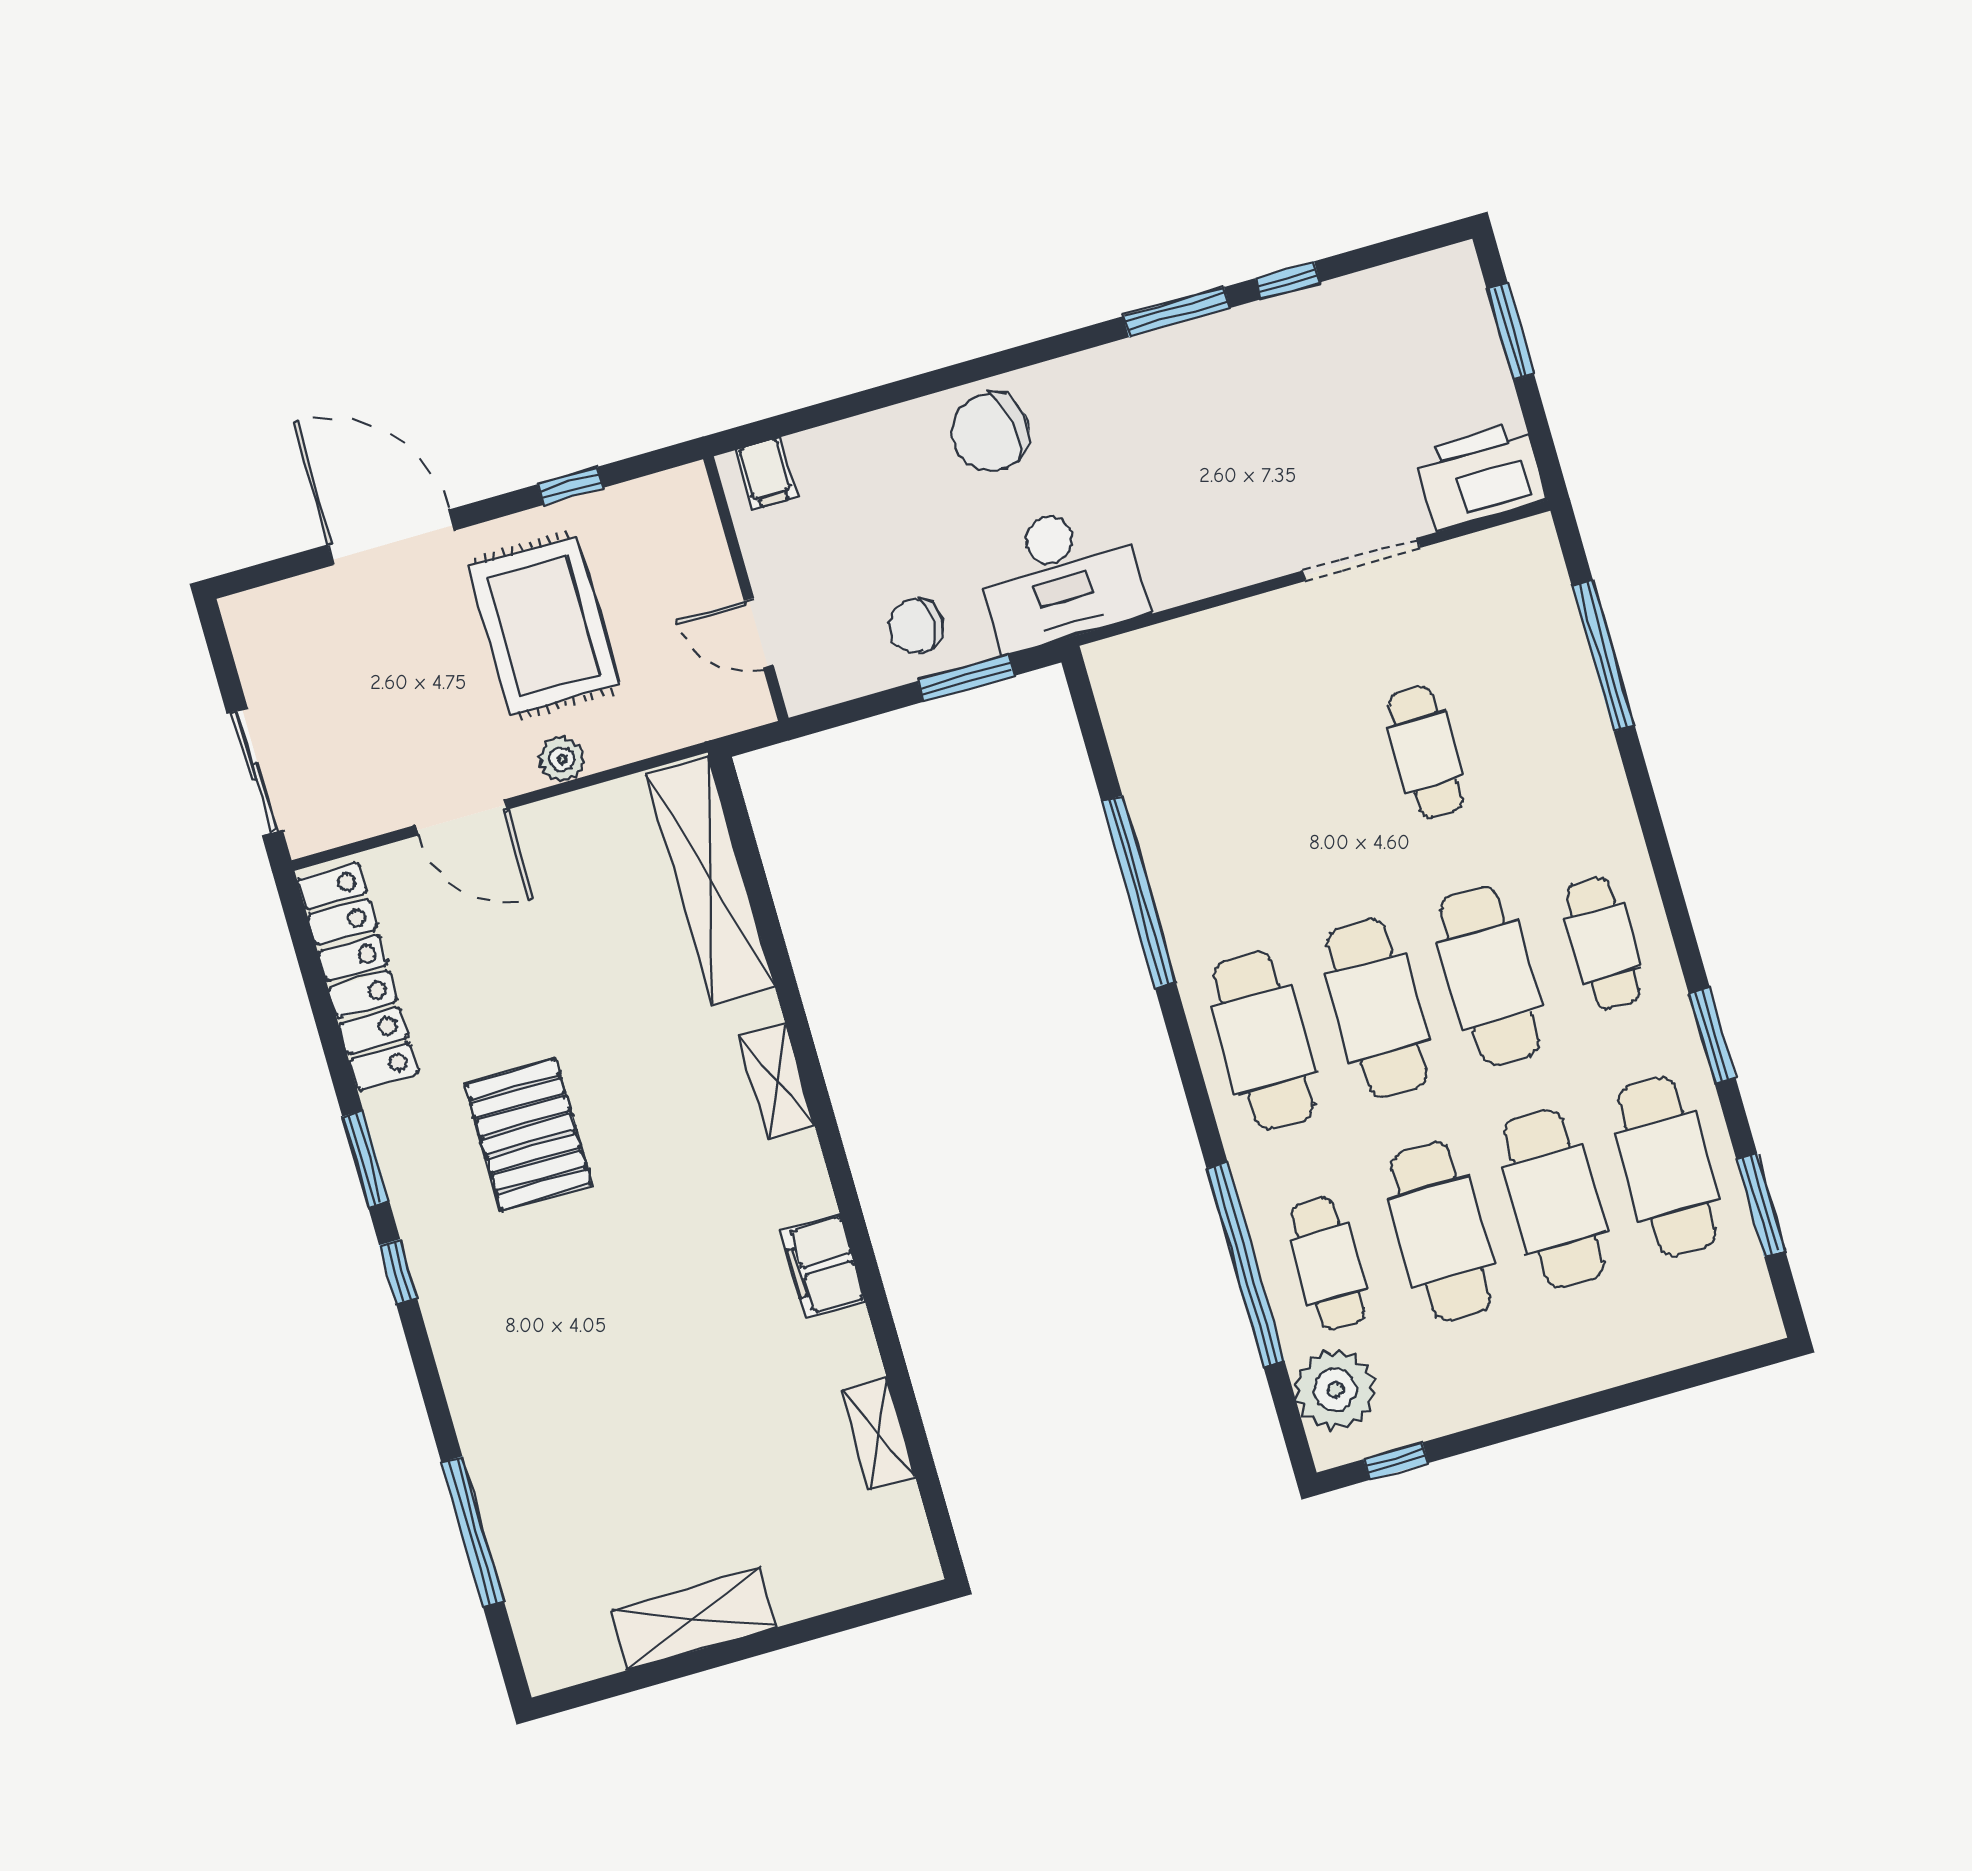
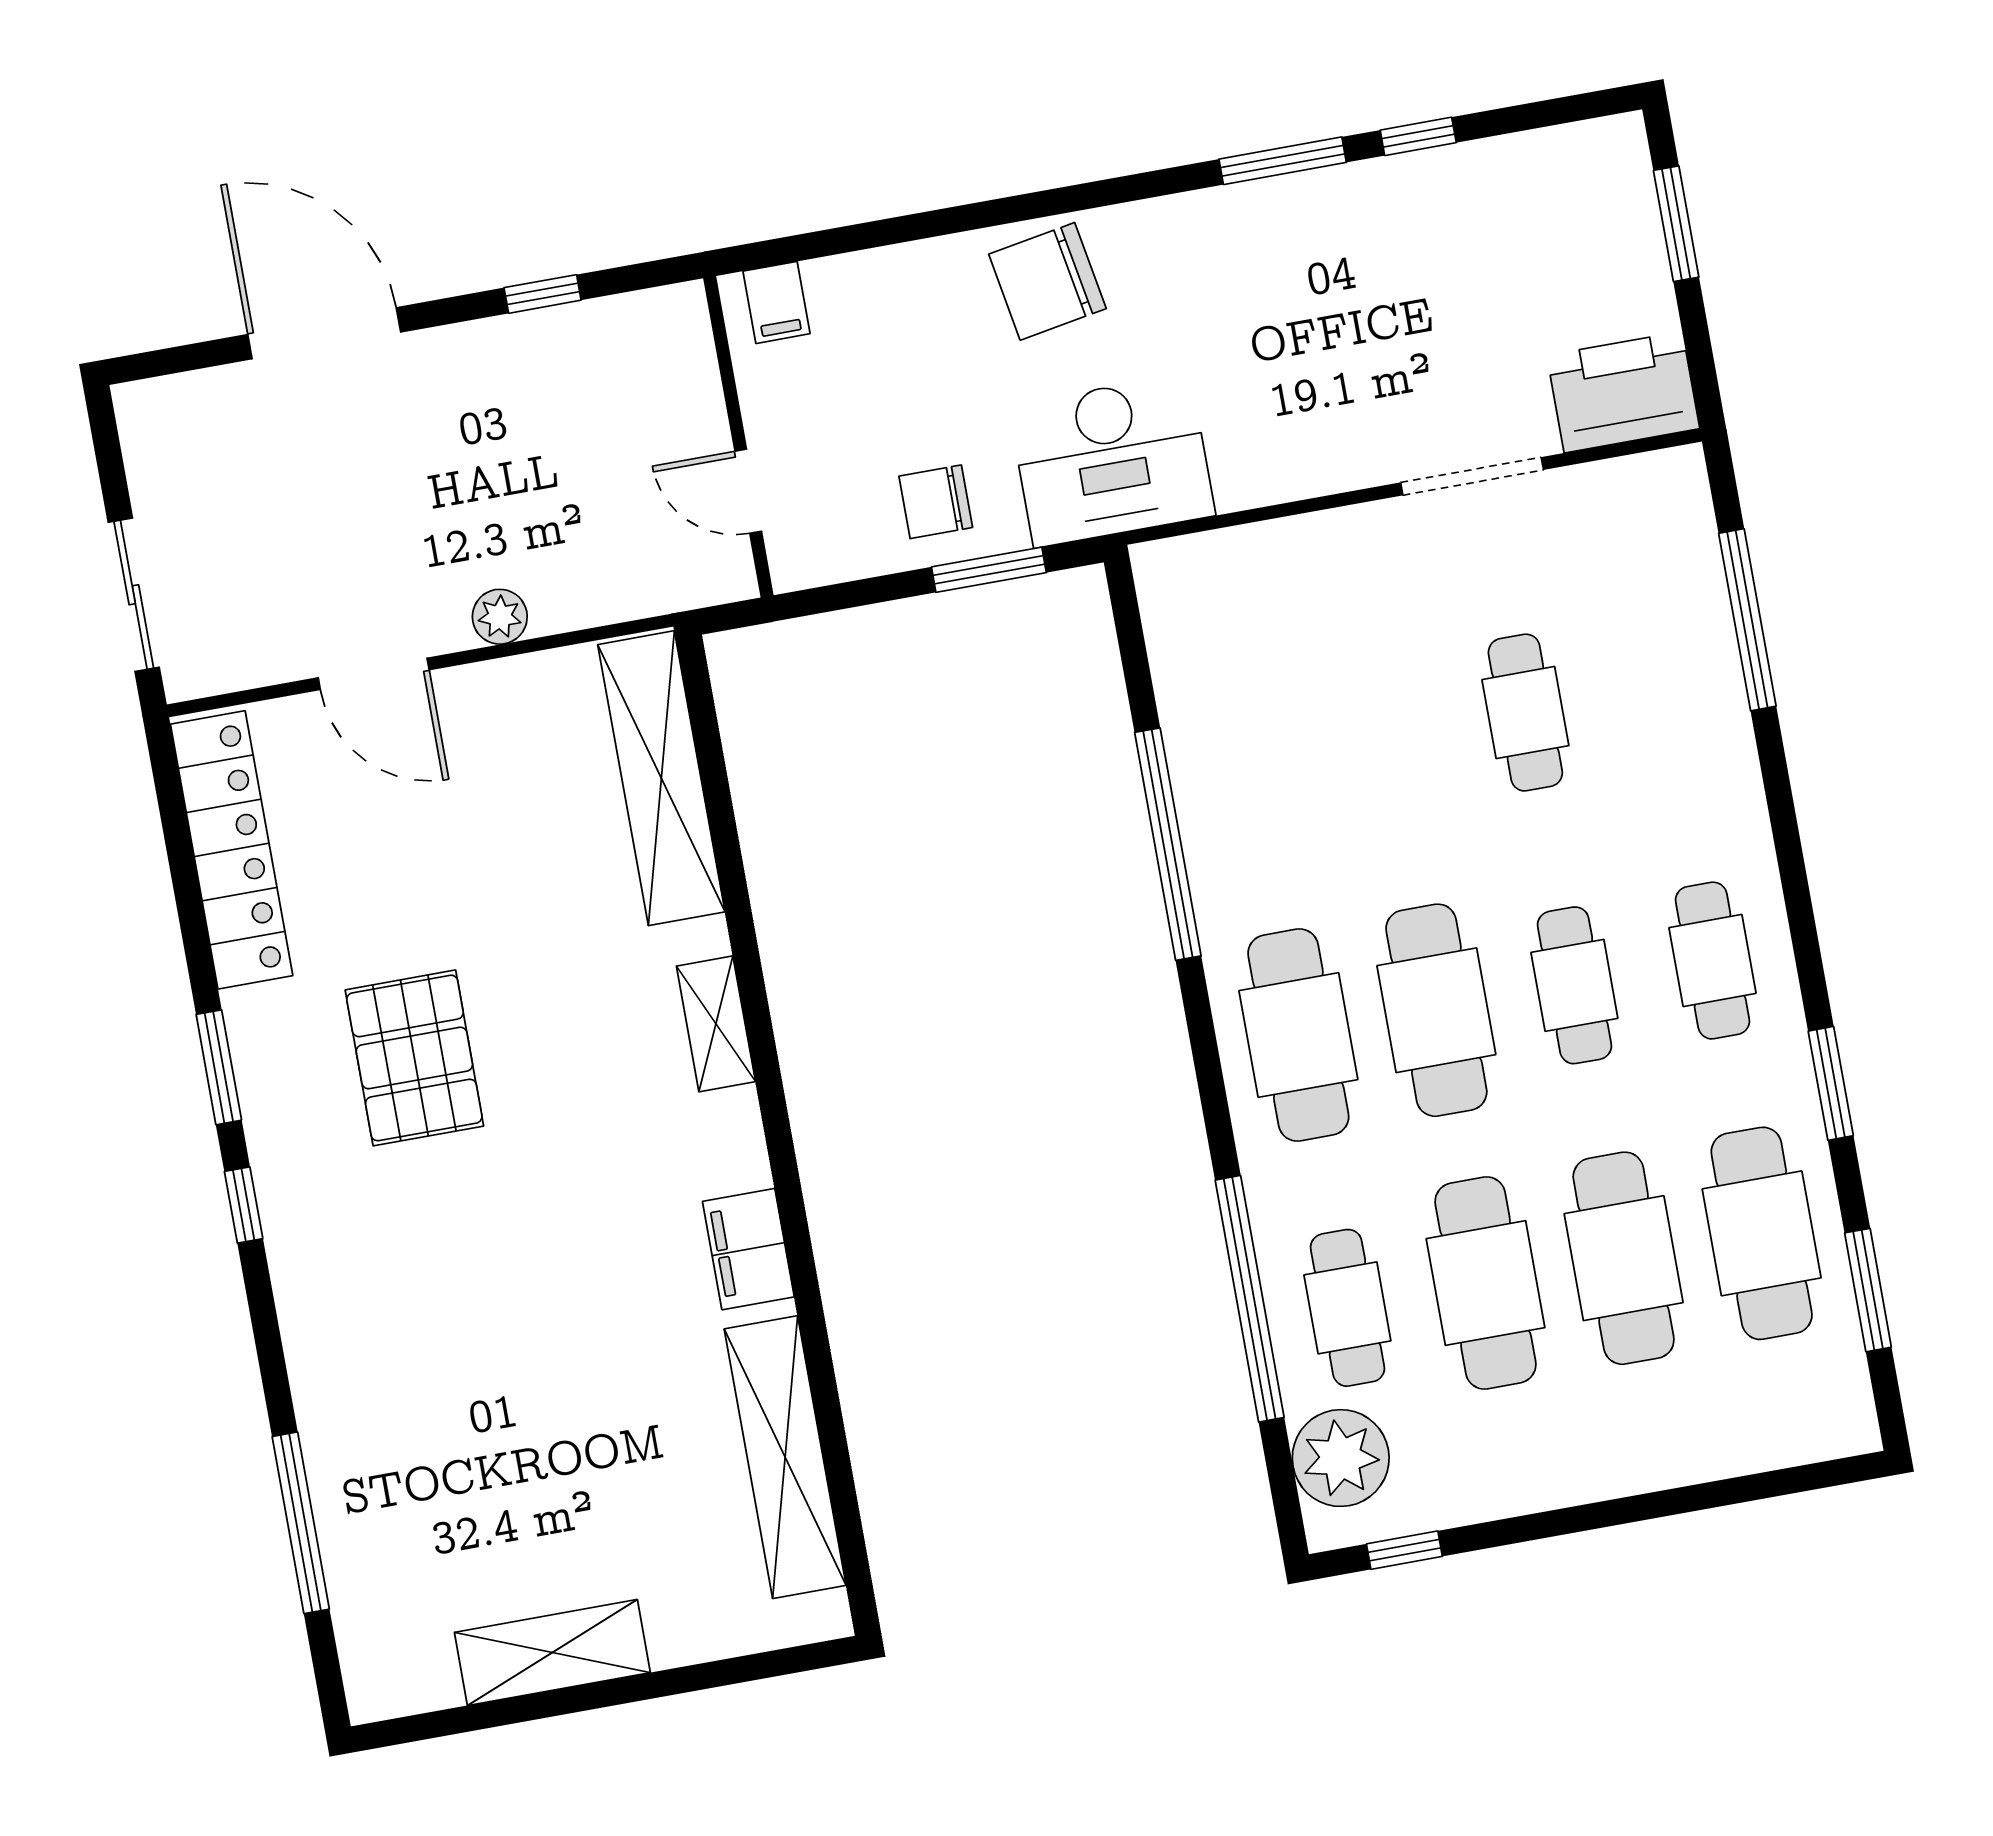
rug: (544, 626) -> (494, 457), removed
cafe table: (1490, 975) -> (1574, 985), width x0.73, depth x0.74
shelving: (879, 1434) -> (785, 1457), width x2.20, depth x1.33

